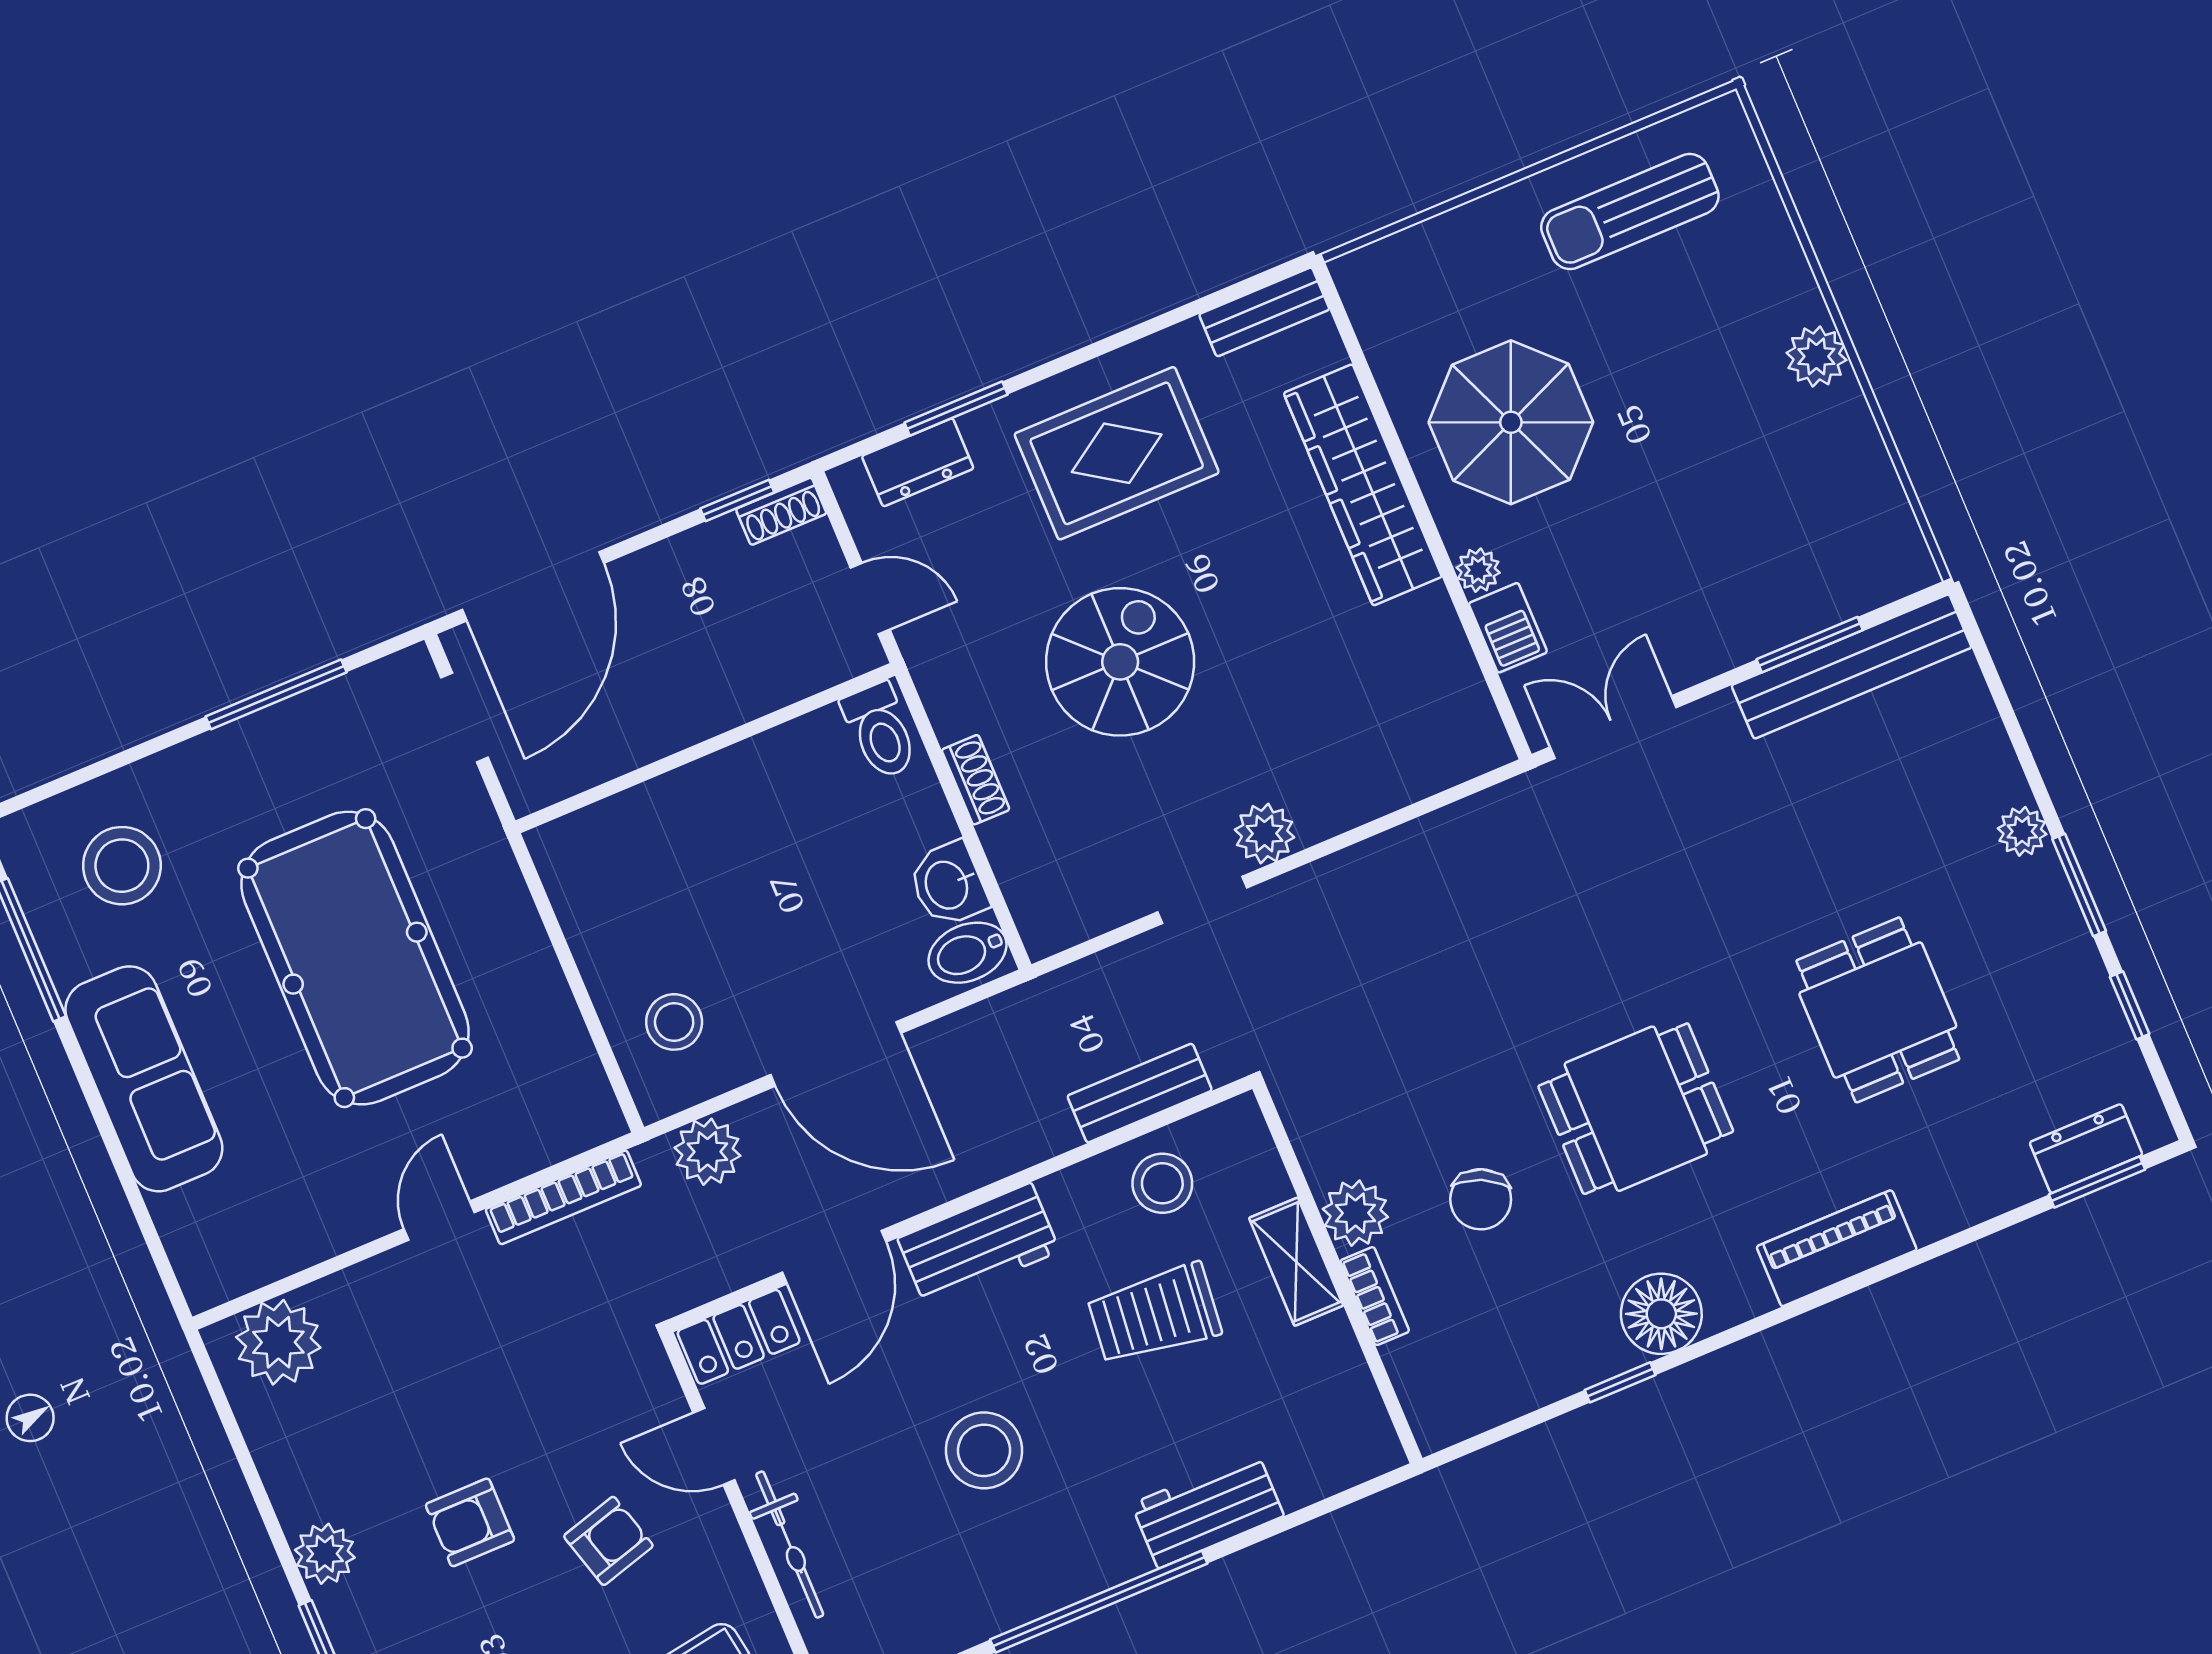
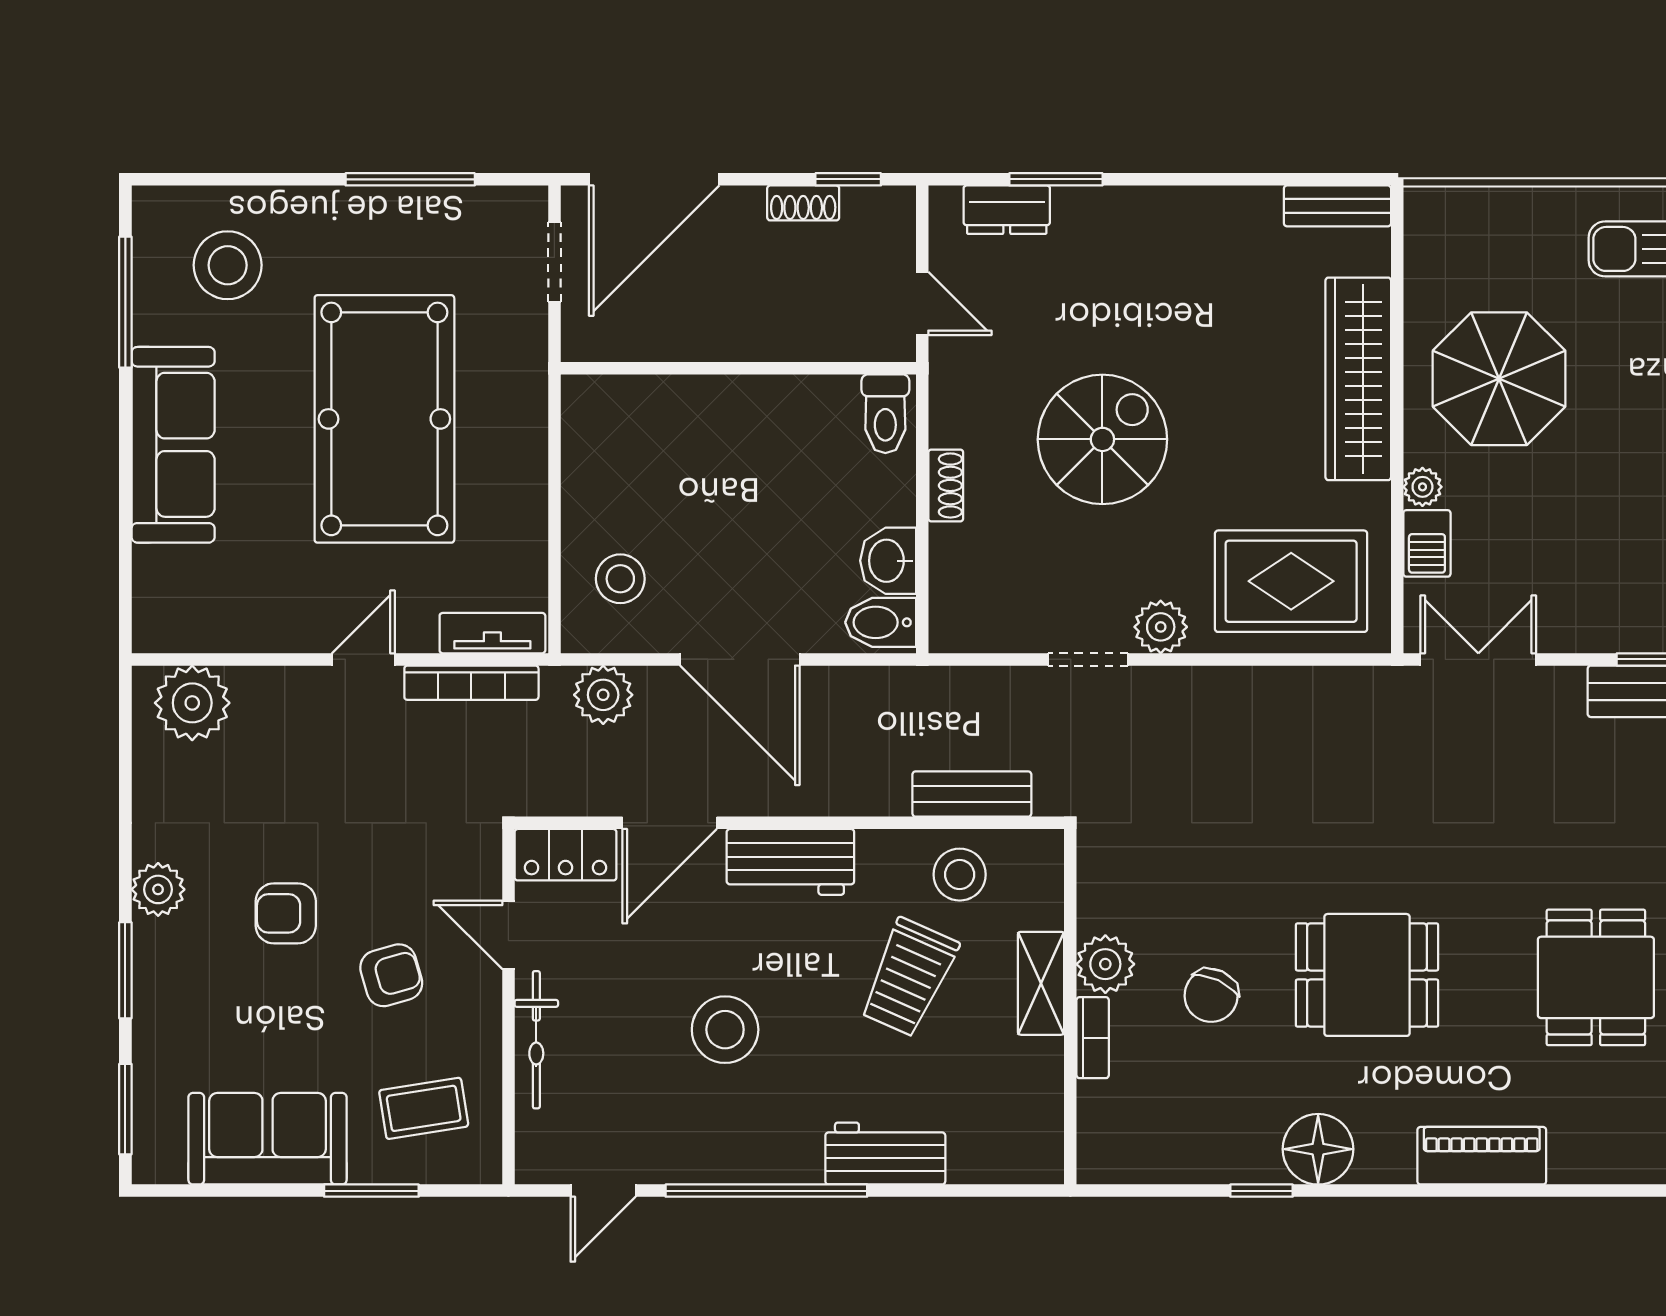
rug: (1117, 453) -> (1291, 581), moved
shoe rack: (781, 511) -> (803, 203), moved
tv unit: (564, 1136) -> (492, 633), added
trolley: (1154, 1314) -> (909, 977), turned -72

